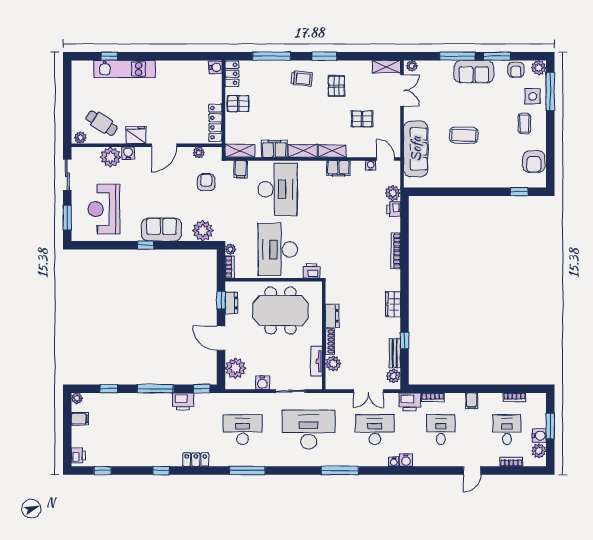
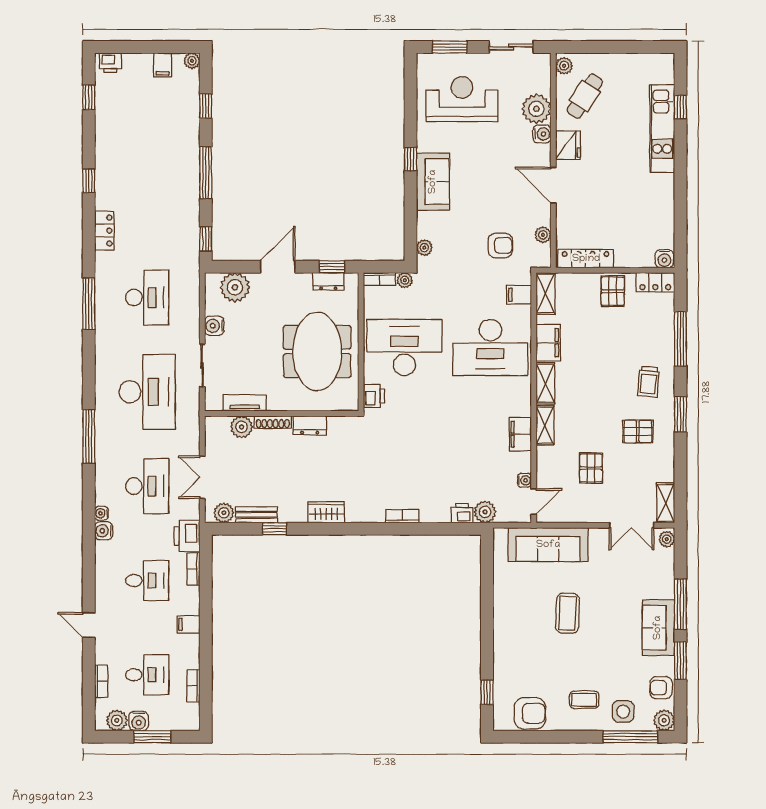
armchair: (534, 162) -> (530, 713), turned 180
plant: (203, 231) -> (424, 248), width x0.53, depth x0.53
bookcase: (396, 251) -> (402, 516), width x0.64
printer: (183, 401) -> (188, 212), removed

